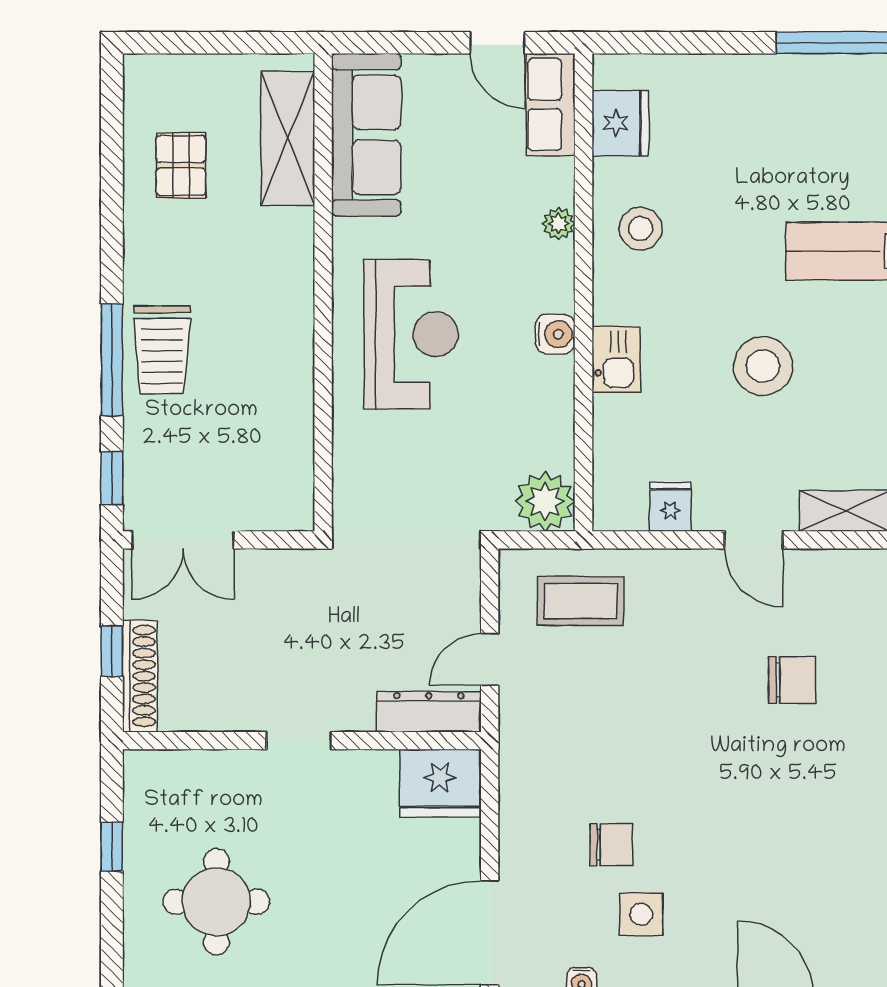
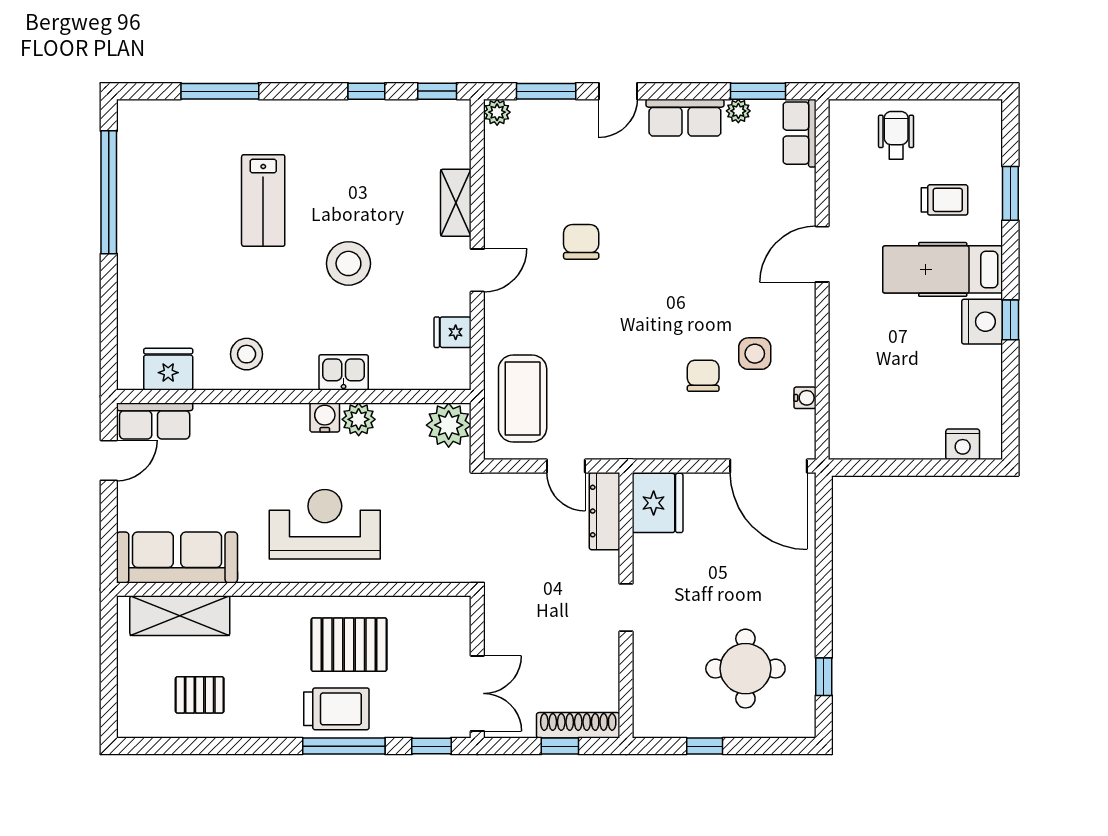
plant: (559, 224) -> (359, 419), moved, width x1.38, depth x1.38
pallet: (249, 367) -> (349, 645), added
coffee table: (581, 601) -> (523, 399), width x1.36, depth x1.32

